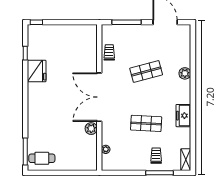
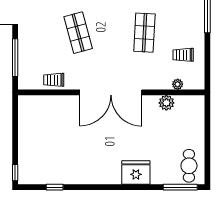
fridge: (37, 71) -> (136, 173), moved
plant: (91, 129) -> (166, 103), moved
trolley: (156, 156) -> (183, 55), moved

